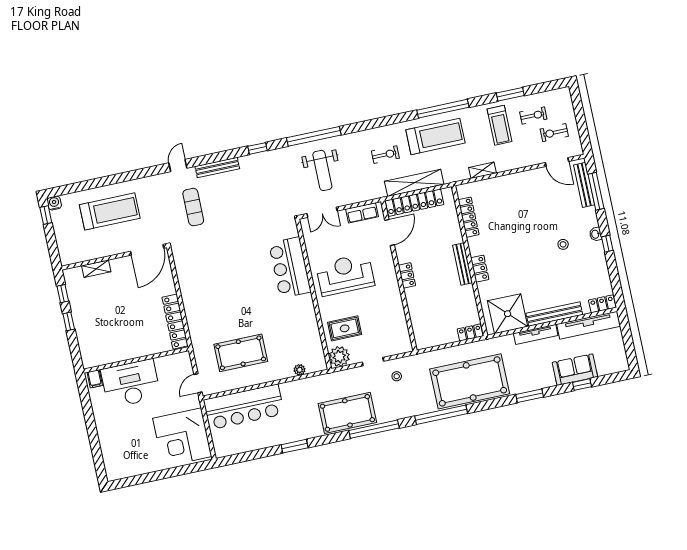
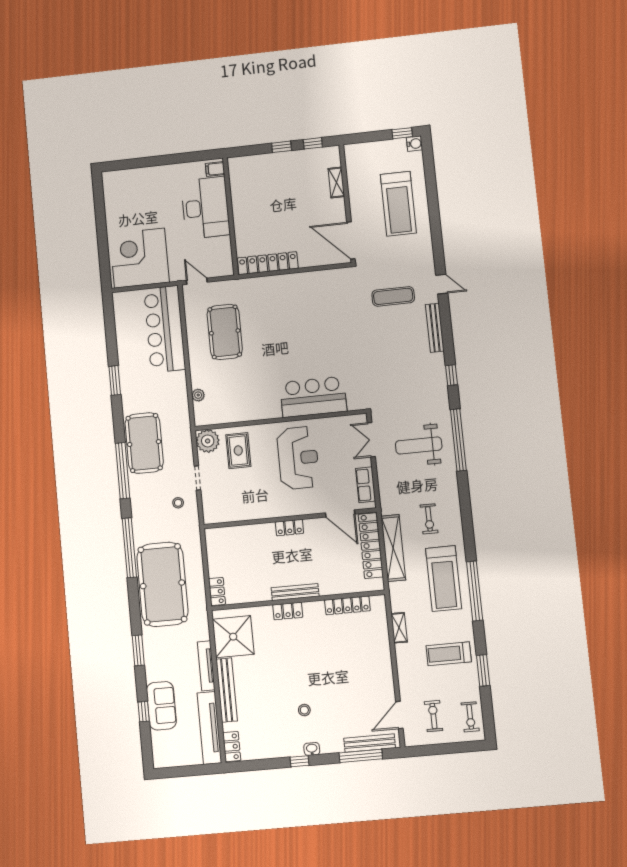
exercise bike: (533, 116) -> (470, 717), moved

